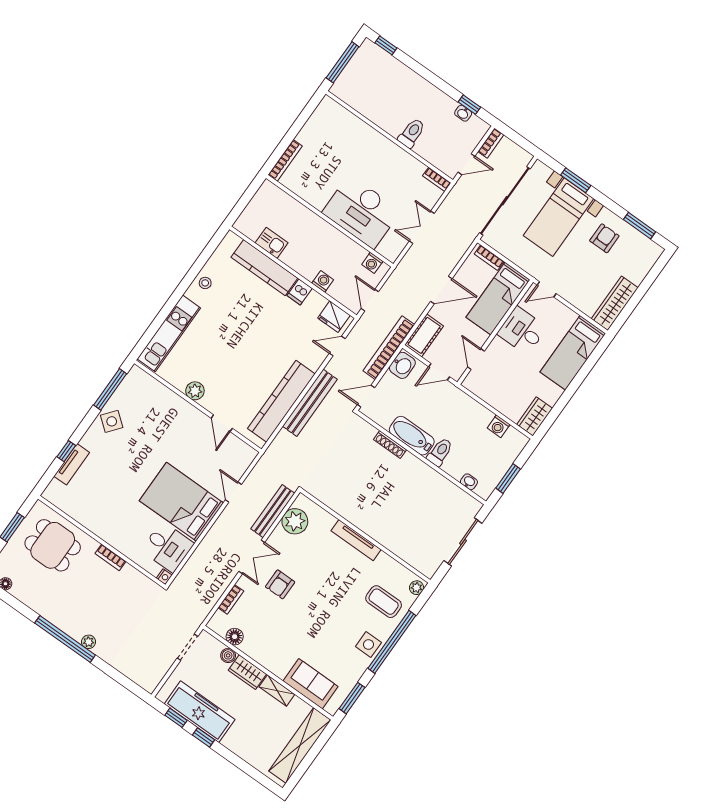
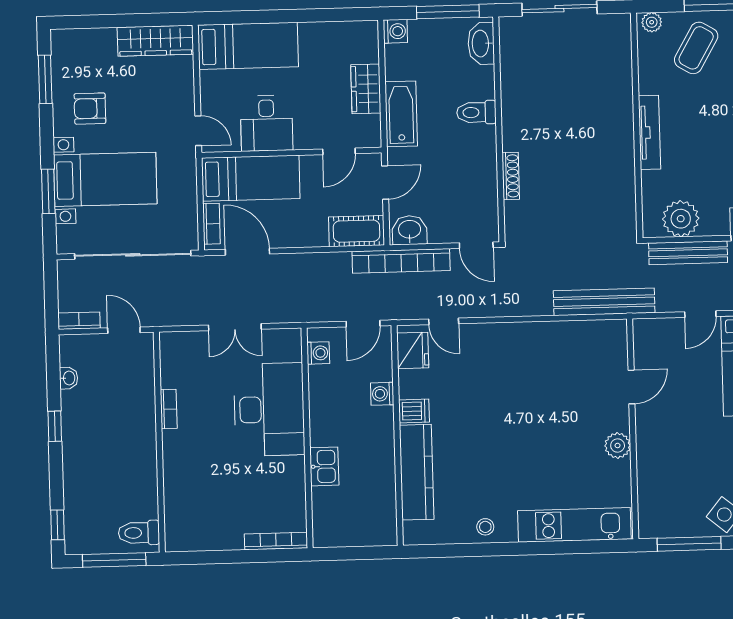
window: (469, 105) -> (55, 426), moved
toilet: (412, 133) -> (139, 533), moved
bookcase: (437, 179) -> (169, 409), moved
kitchen sink: (272, 243) -> (324, 466), moved, turned 180
door: (441, 290) -> (247, 252), moved
door: (439, 372) -> (385, 183), hinge flipped
kitchen counter: (281, 401) -> (555, 338), removed
bench: (310, 403) -> (604, 302), moved
wardrobe: (535, 416) -> (366, 89), moved, turned 90
washing machine: (499, 426) -> (395, 31), moved
bathtub: (412, 436) -> (401, 114), moved, turned 180
window: (508, 478) -> (448, 12), width x1.44
washbasin: (469, 482) -> (481, 44), width x1.91, depth x1.45
coffee table: (384, 602) -> (696, 48), turned 30

